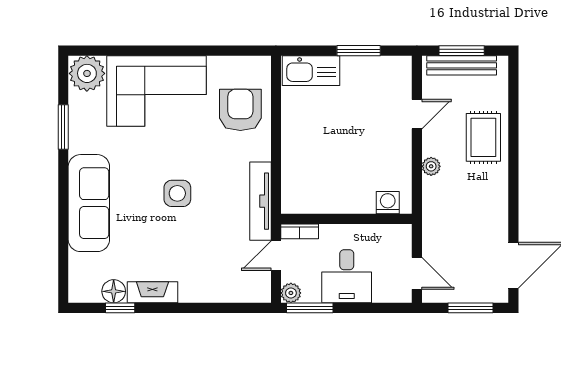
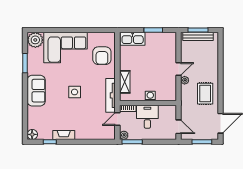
armchair: (240, 110) -> (102, 56), turned 180
door: (417, 114) -> (179, 69), moved
rug: (483, 137) -> (205, 94), moved
shelving: (293, 170) -> (125, 82), added
sofa: (89, 203) -> (36, 91), width x0.73
washing machine: (388, 203) -> (150, 96), moved
desk: (347, 276) -> (147, 117), moved, turned 180
floor lamp: (114, 291) -> (32, 134), moved

